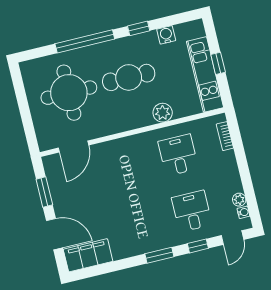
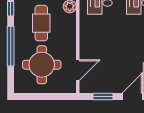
door: (74, 147) -> (78, 70), hinge flipped

